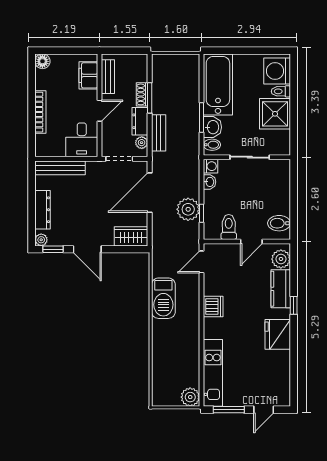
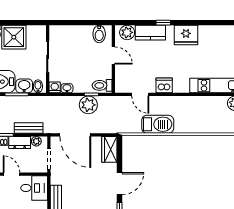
toilet: (229, 227) -> (102, 85), moved
door: (202, 262) -> (140, 94), moved

